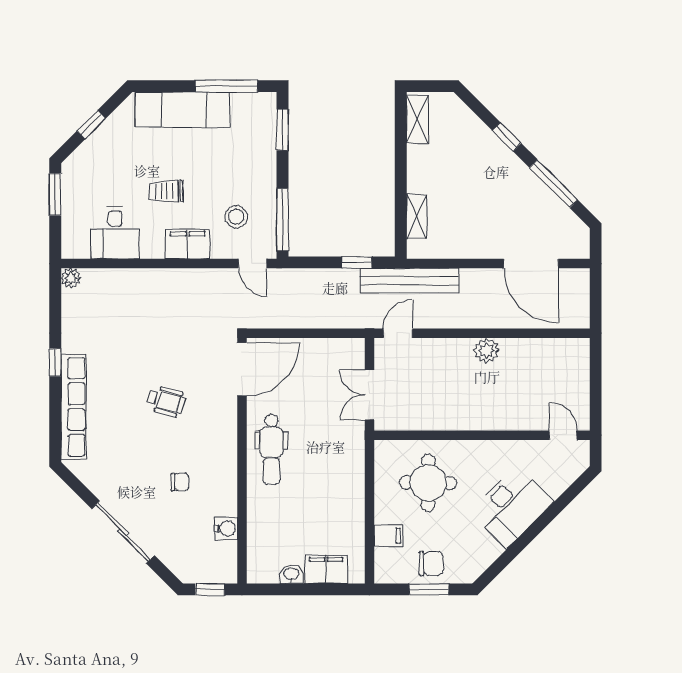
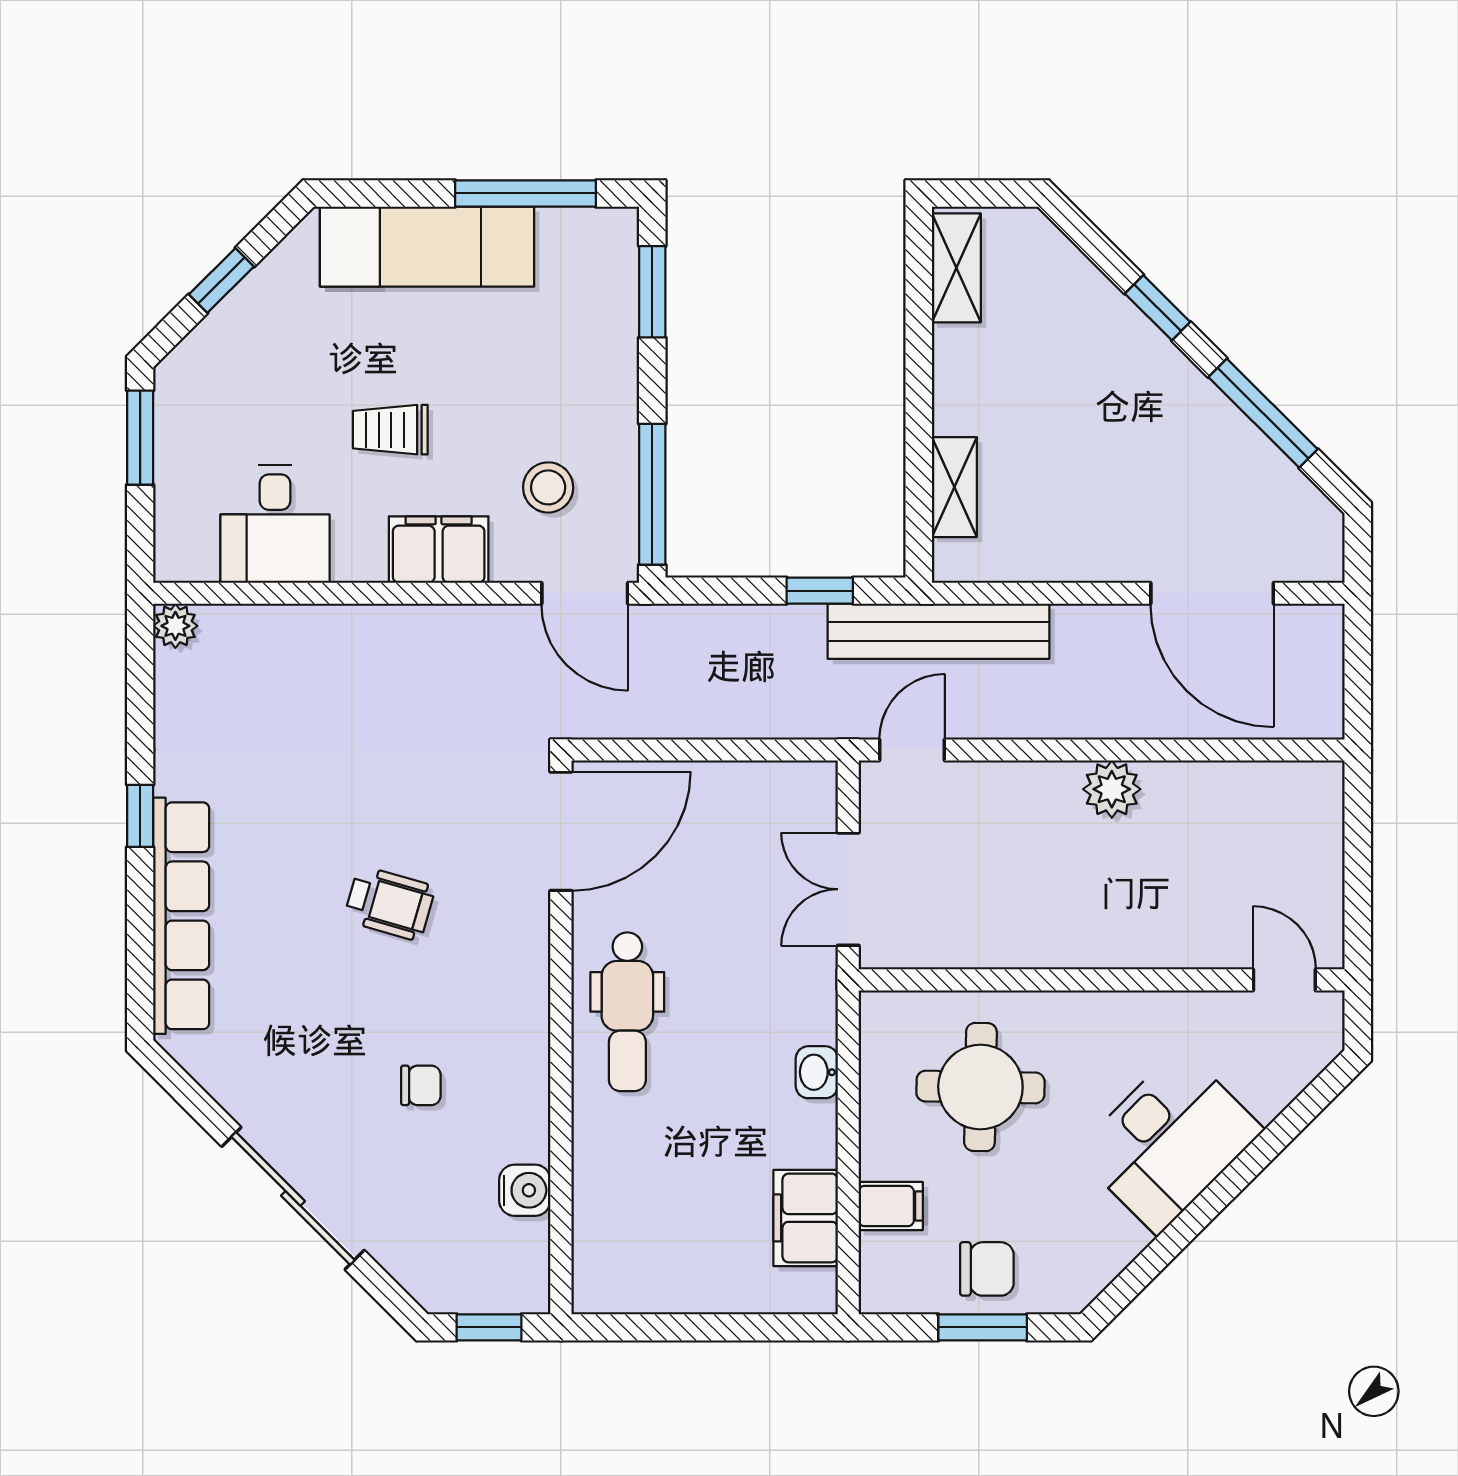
door: (253, 264) -> (585, 593), width x1.37
filing cabinet: (326, 569) -> (806, 1218), moved, turned -90
washbasin: (291, 574) -> (817, 1072), moved, turned -90

